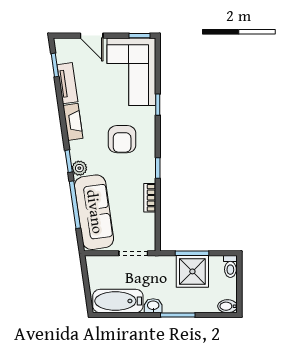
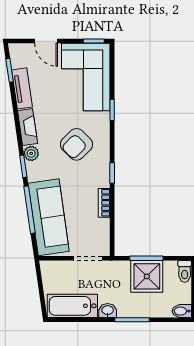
armchair: (122, 139) -> (77, 144), turned 45
plant: (79, 168) -> (31, 153), moved

